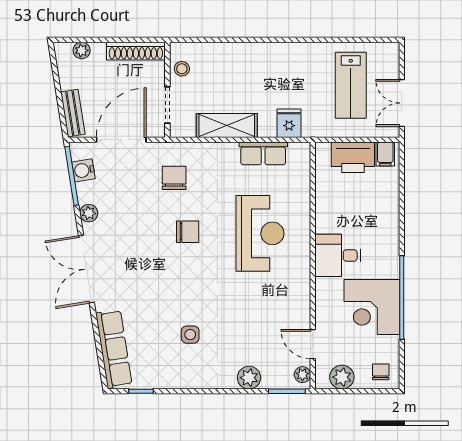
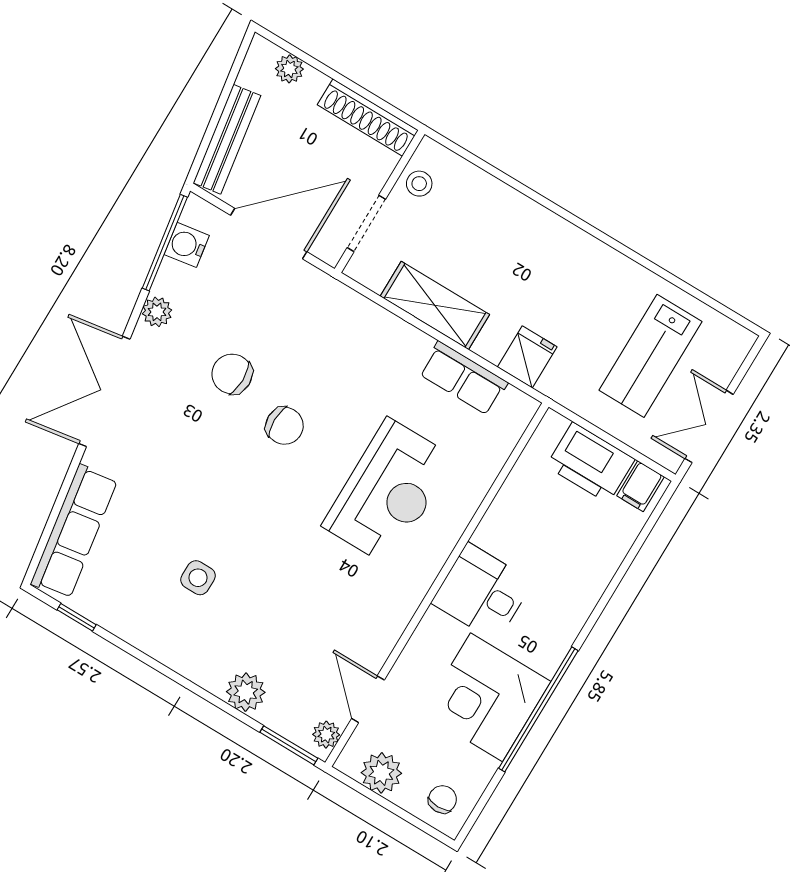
bench: (73, 113) -> (227, 139), width x1.36
chair: (174, 178) -> (232, 374), moved, turned -90

